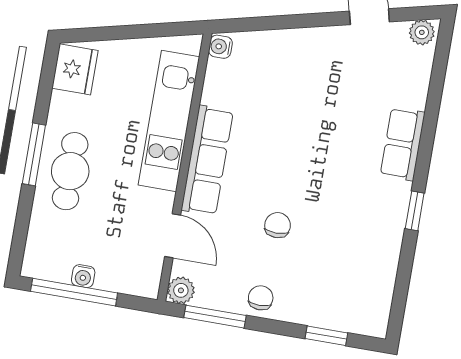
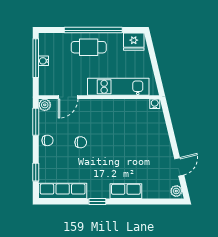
window: (34, 154) -> (93, 30), width x2.11
row of seats: (207, 160) -> (63, 191), moved, turned 180

